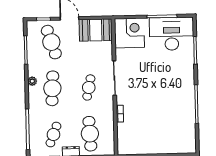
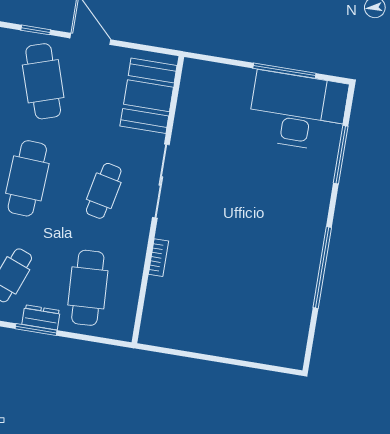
booth: (96, 30) -> (148, 96), moved, turned 90
corner desk: (129, 33) -> (210, 93), removed

